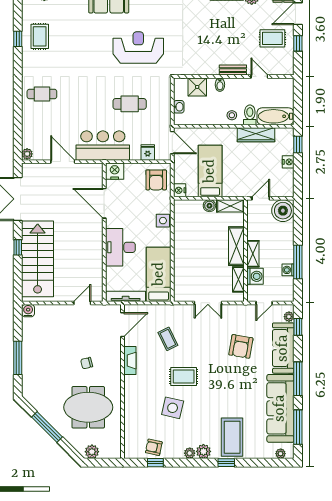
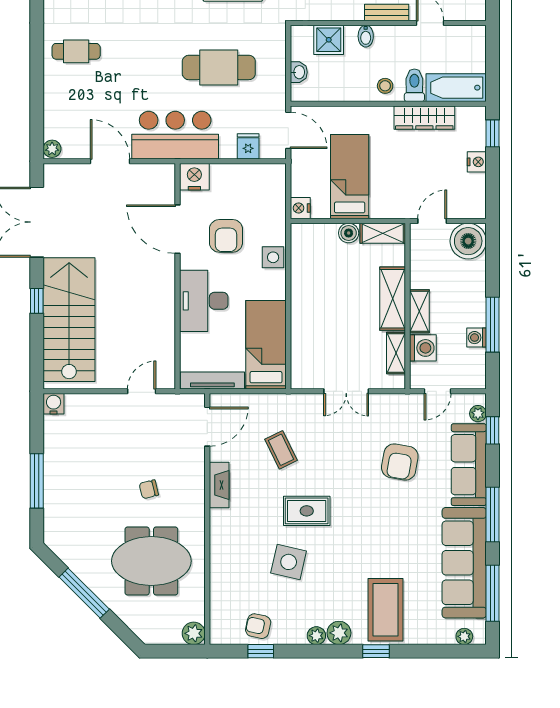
cafe table: (130, 104) -> (219, 67), width x1.37, depth x1.35
armchair: (156, 180) -> (226, 236), moved
plant: (92, 452) -> (194, 633), moved

